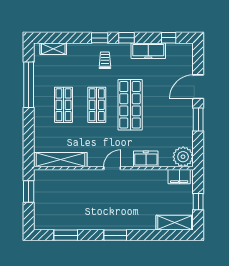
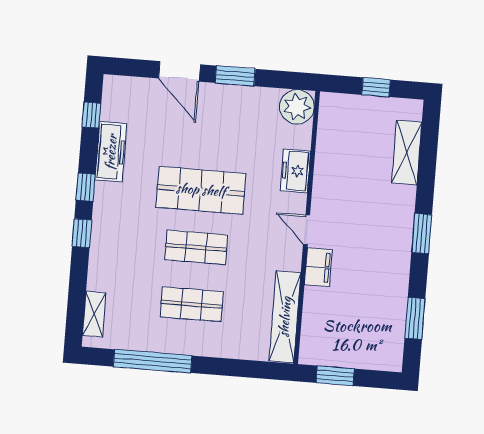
trolley: (105, 60) -> (121, 227), removed
filing cabinet: (179, 177) -> (318, 267), moved
shelving: (175, 223) -> (407, 152), moved

